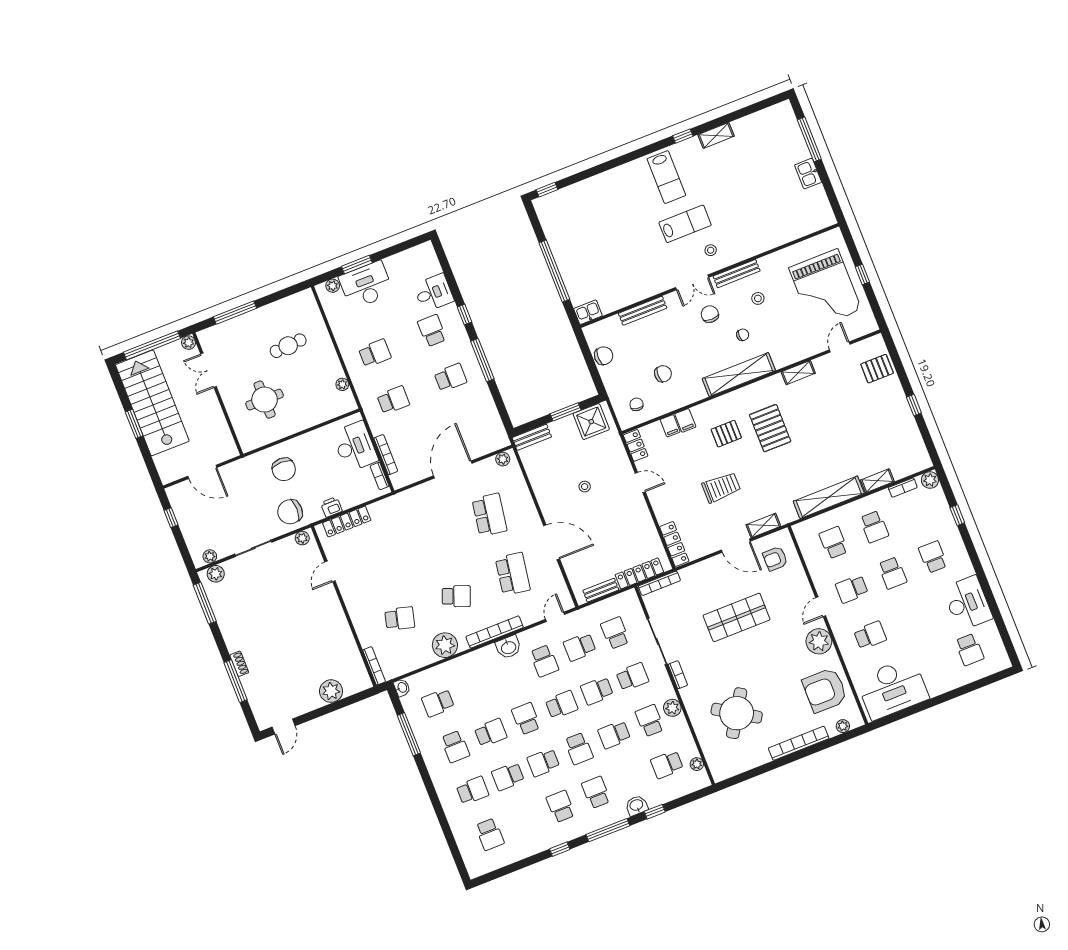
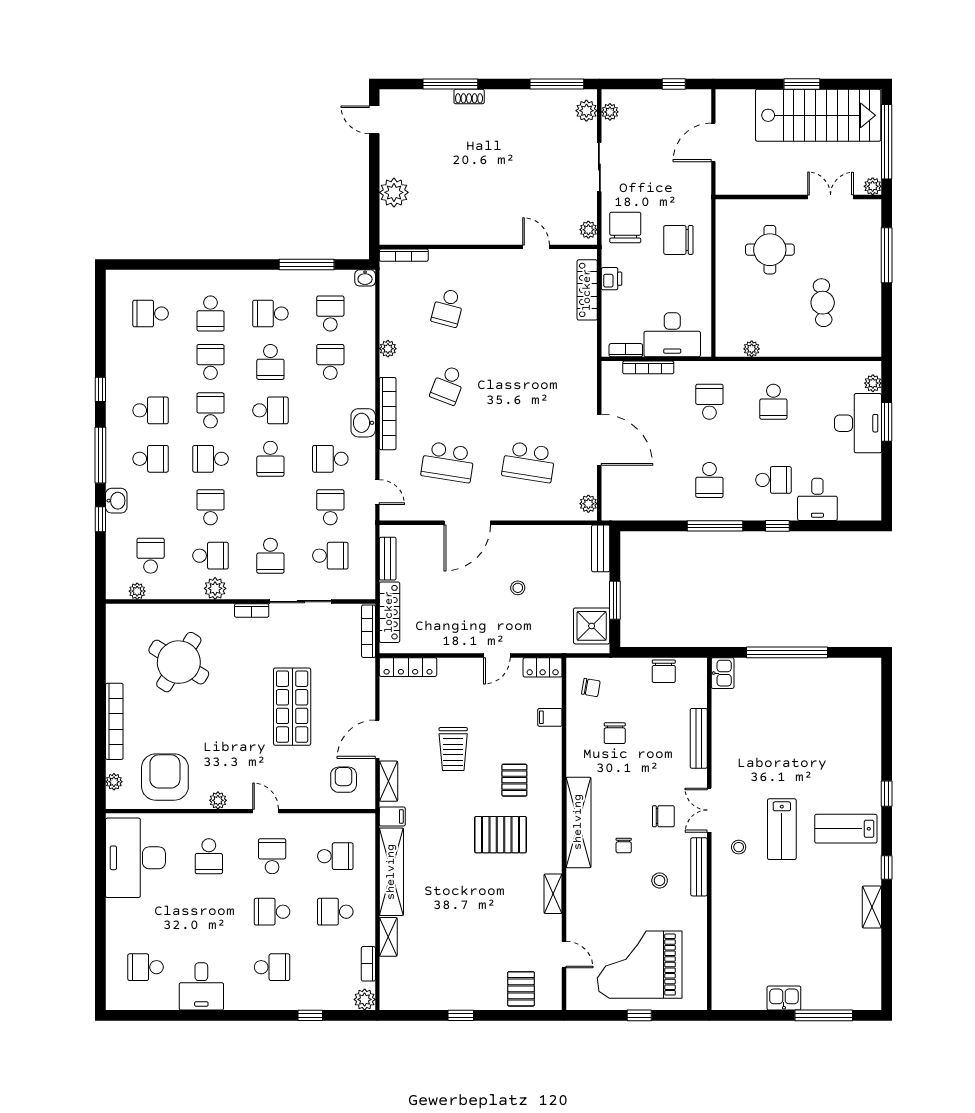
window: (547, 190) -> (887, 794), moved
school desk: (393, 400) -> (709, 402), turned 180
filing cabinet: (685, 420) -> (392, 816), moved, turned 180
desk: (967, 603) -> (201, 986), width x0.73
plant: (819, 641) -> (218, 800), width x0.53, depth x0.53
plant: (445, 645) -> (388, 349), width x0.53, depth x0.53
school desk: (597, 691) -> (330, 362), moved

